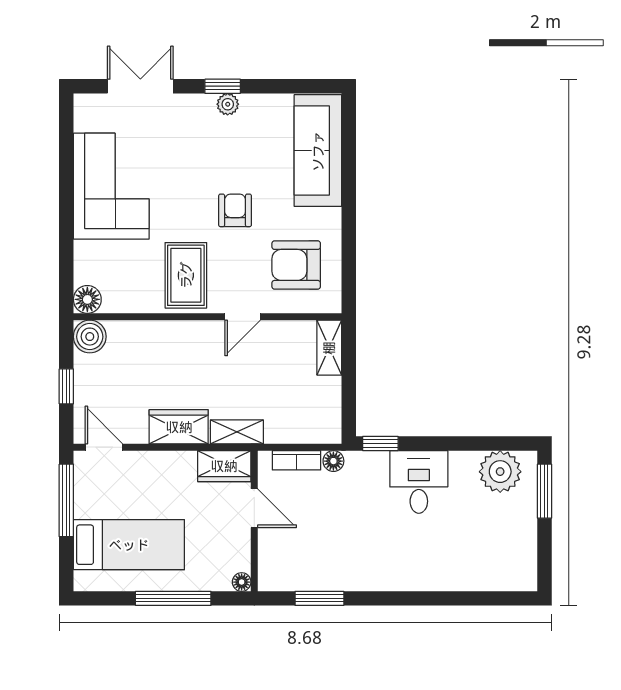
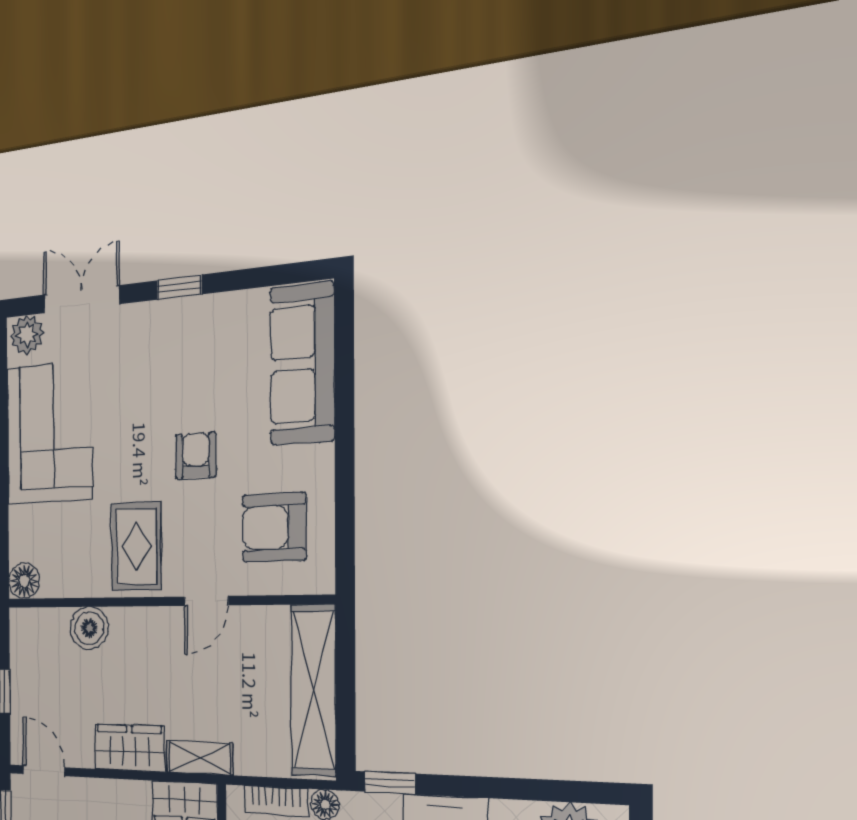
plant: (228, 104) -> (27, 335), moved, width x1.38, depth x1.38
boiler: (90, 337) -> (89, 628), moved
shelving: (329, 348) -> (313, 690), width x2.20, depth x1.33

